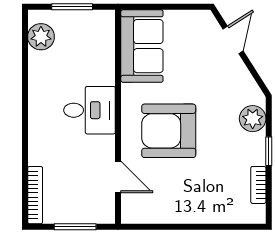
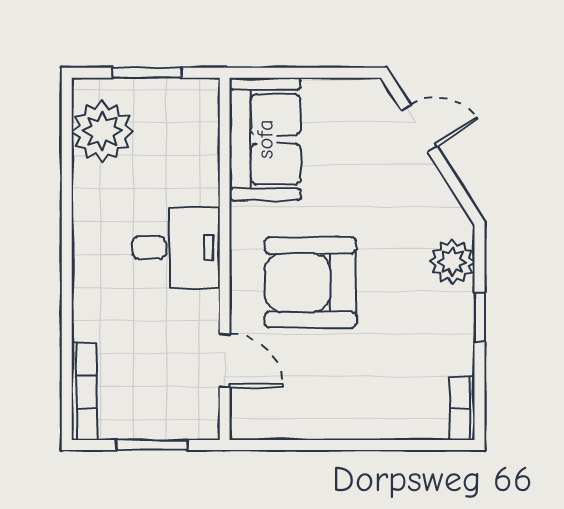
plant: (41, 37) -> (102, 131), width x1.36, depth x1.36
door: (233, 40) -> (419, 129), hinge flipped
bookcase: (258, 185) -> (462, 409), moved

